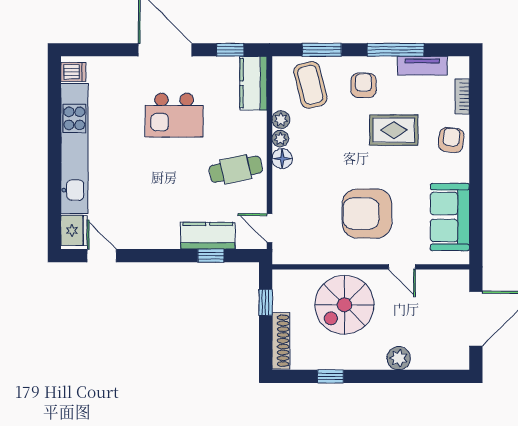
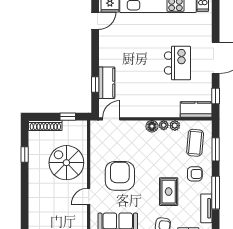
coffee table: (310, 85) -> (195, 143), turned -71
kitchen island: (174, 115) -> (177, 63), turned 180
cafe table: (236, 169) -> (146, 99), removed
plant: (399, 358) -> (35, 194), removed

